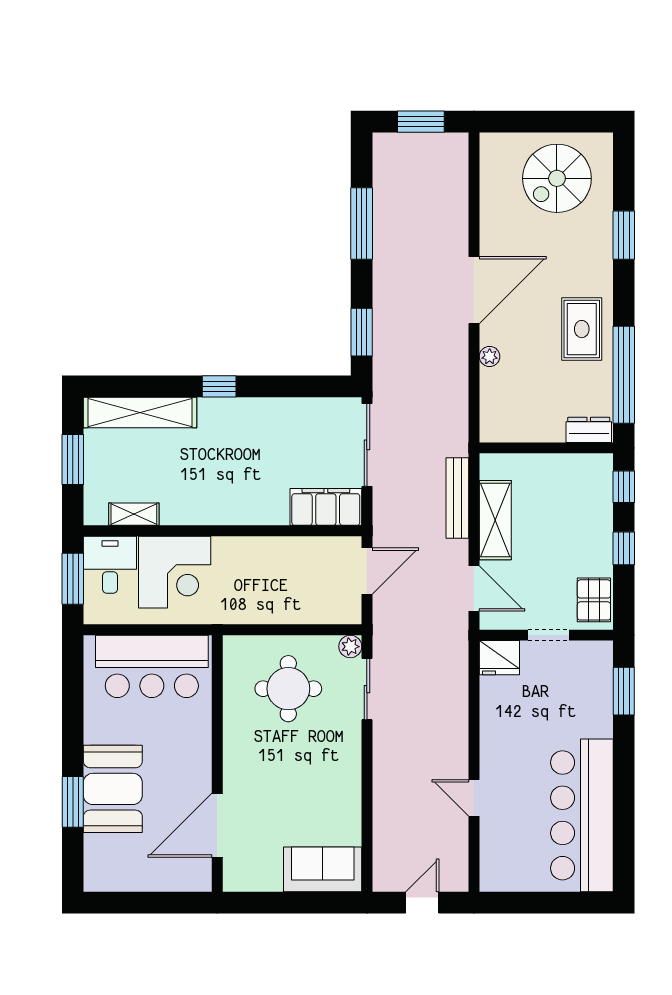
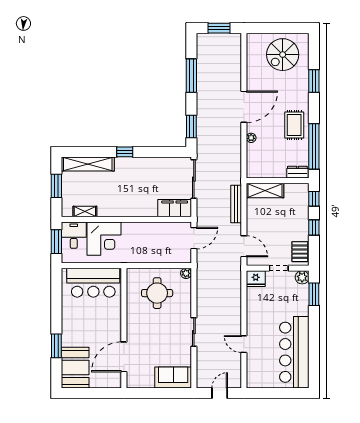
shelving: (495, 520) -> (265, 190), moved, turned 90
plant: (599, 655) -> (302, 277), added
sliding door: (367, 689) -> (194, 332), moved
booth: (113, 789) -> (75, 368), moved

